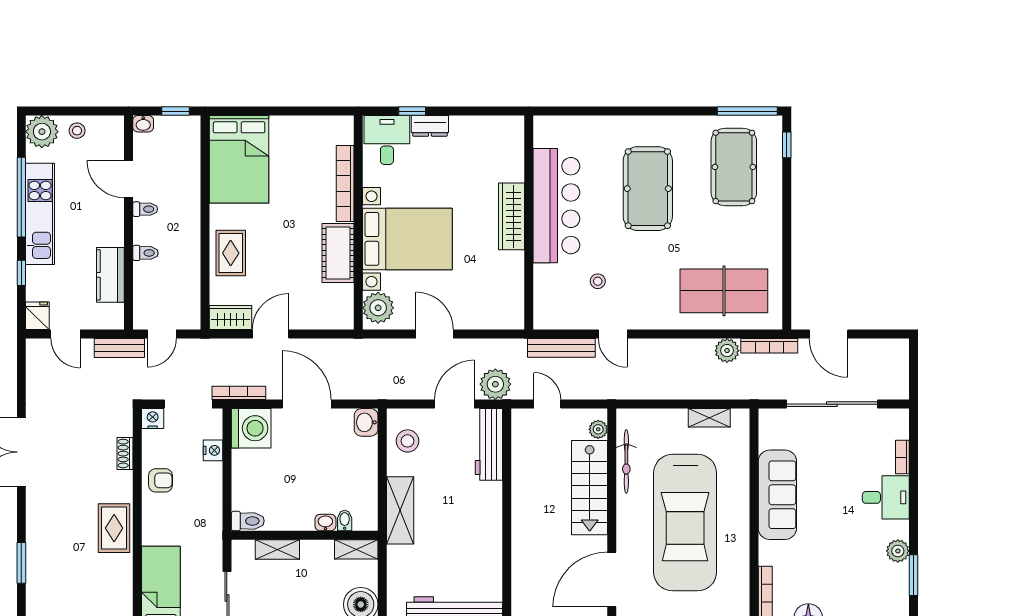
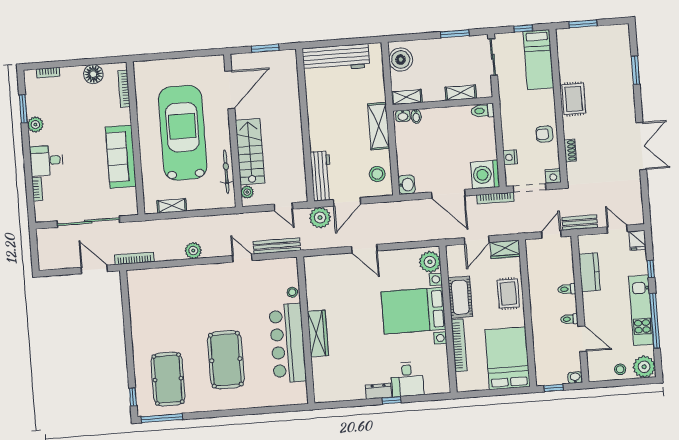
bookcase: (345, 184) -> (459, 345), moved
wall: (358, 223) -> (448, 319), moved
bed with nightstands: (407, 239) -> (414, 311), moved
cot: (338, 253) -> (460, 297), moved
stool: (598, 281) -> (292, 292), moved
table tennis table: (724, 291) -> (168, 294), removed
plant: (378, 308) -> (430, 262), moved
plant: (727, 351) -> (193, 251), moved
washbasin: (325, 523) -> (403, 116), moved

